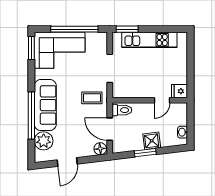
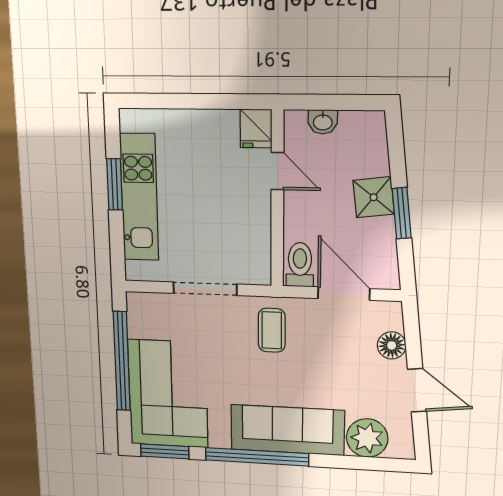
window: (127, 29) -> (115, 184), moved
window: (31, 115) -> (257, 457), moved
door: (110, 129) -> (344, 294), swing flipped
washbasin: (183, 132) -> (323, 122), moved
floor lamp: (100, 149) -> (392, 345), moved

